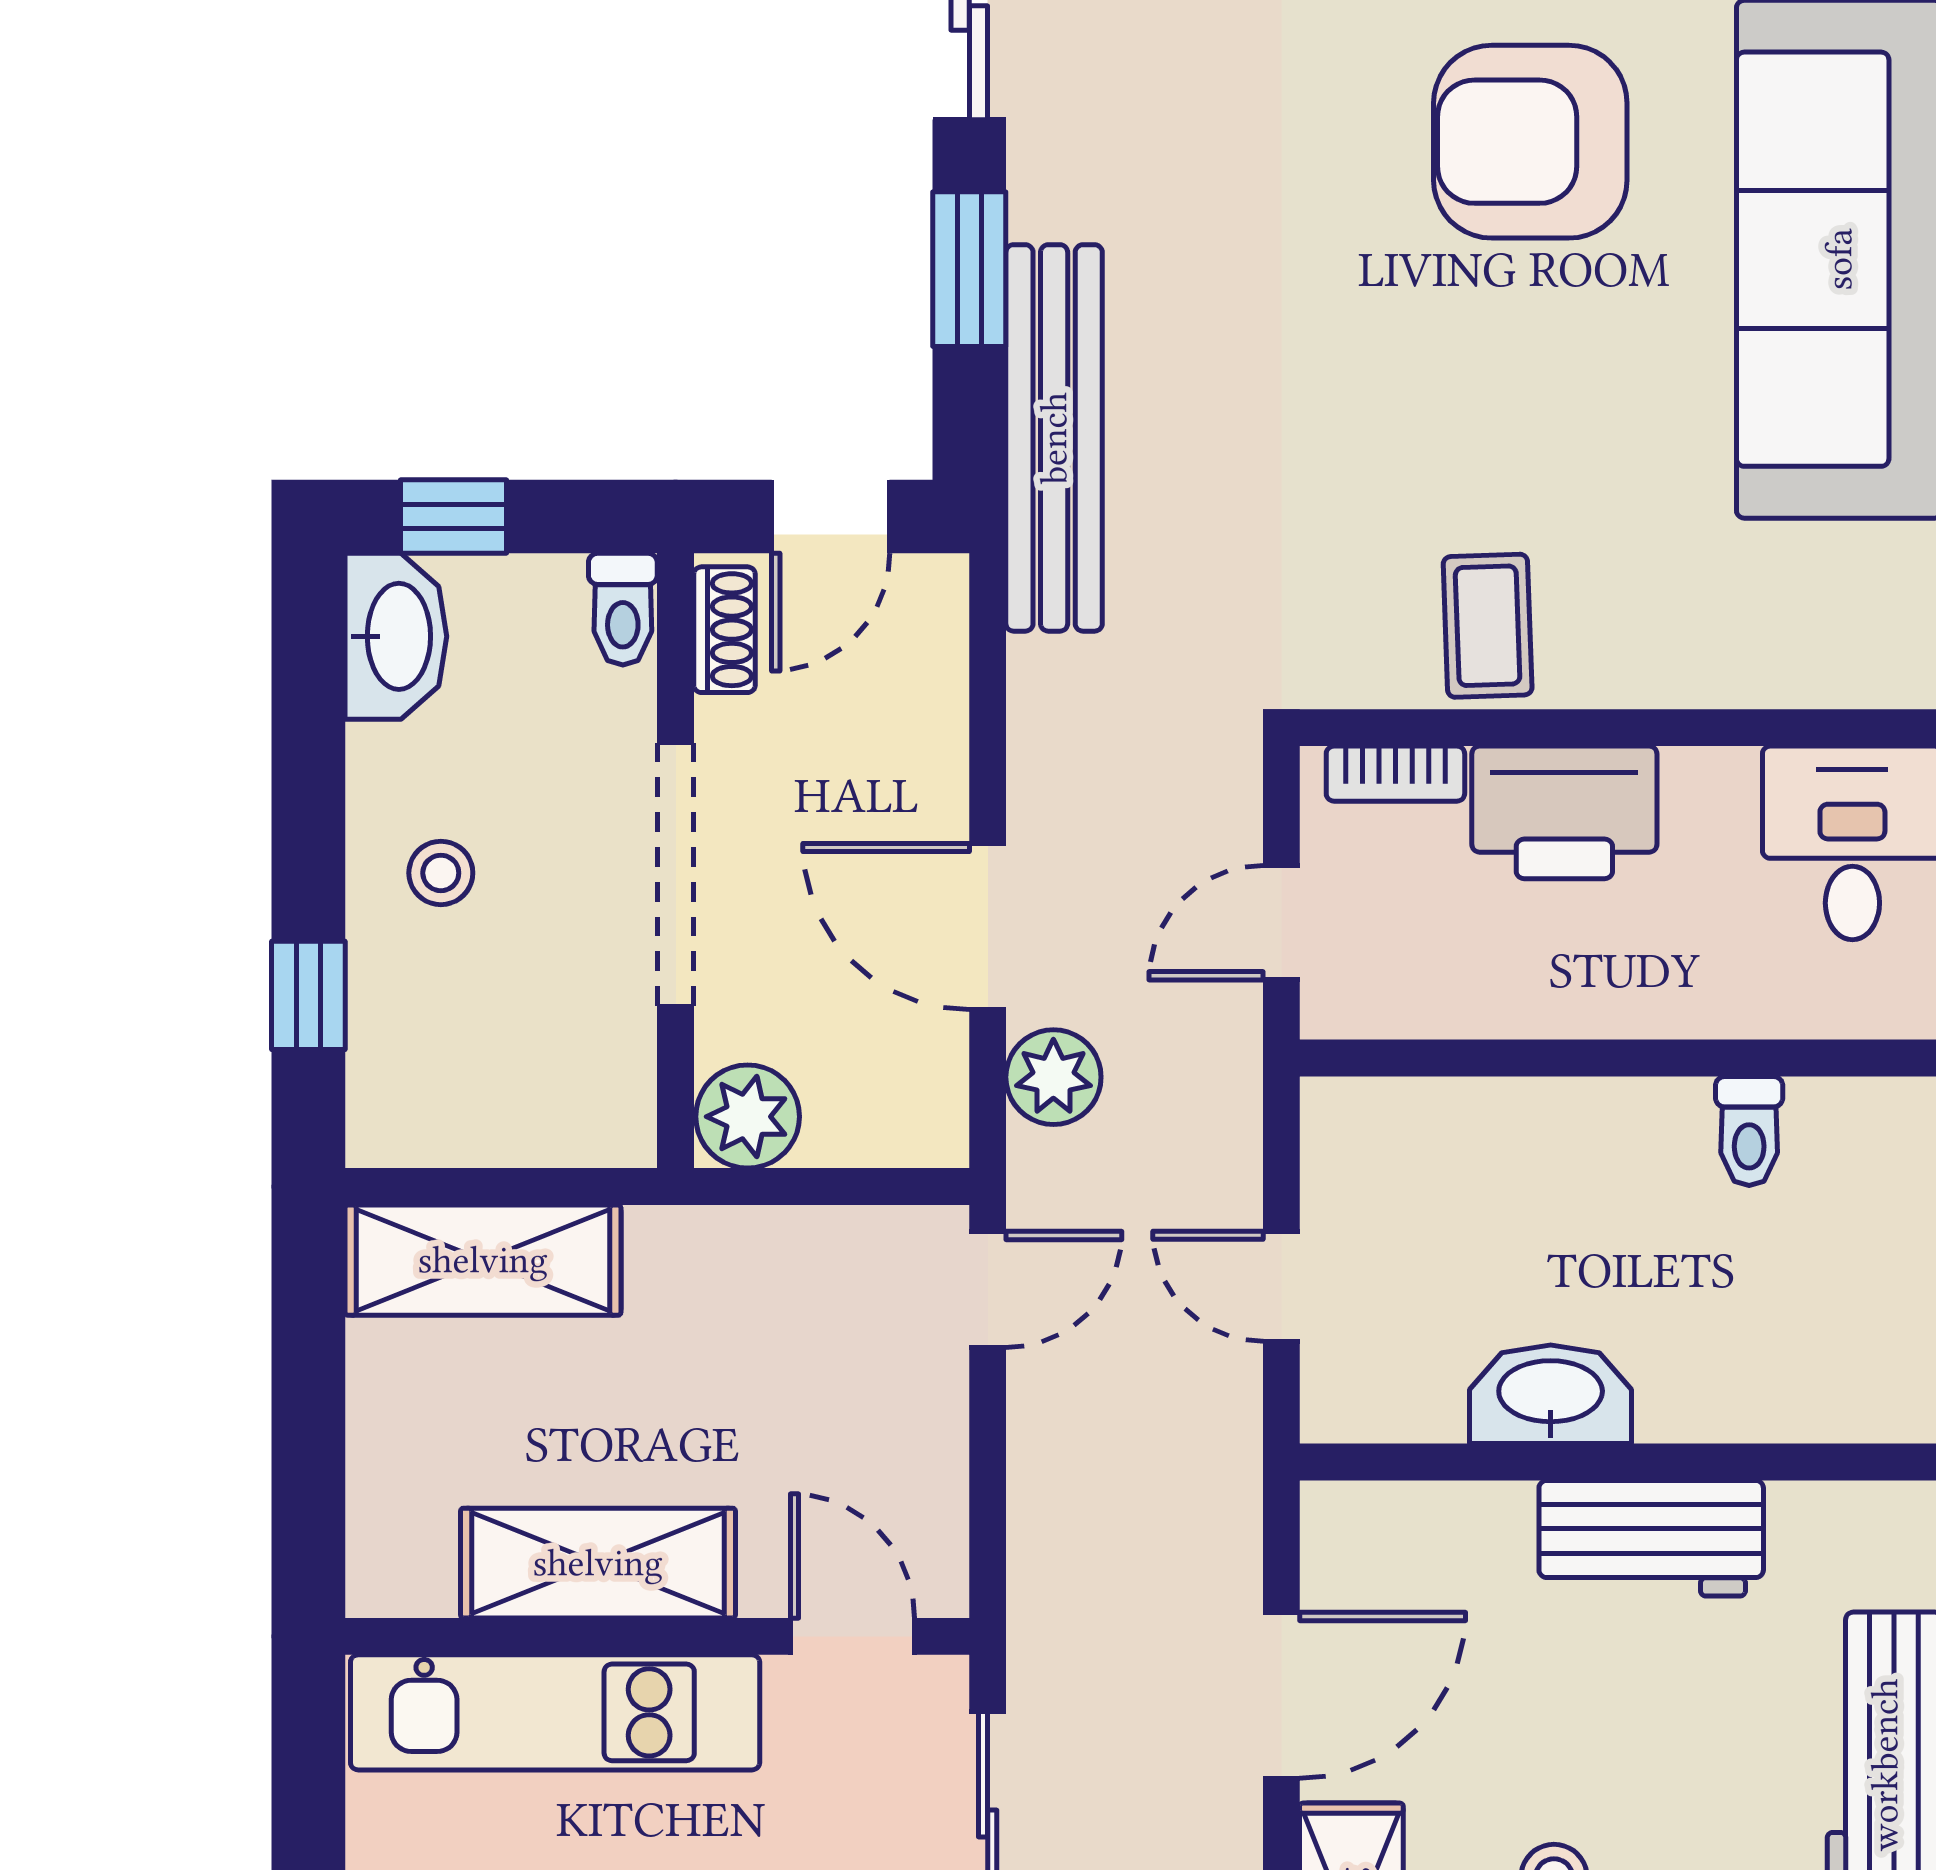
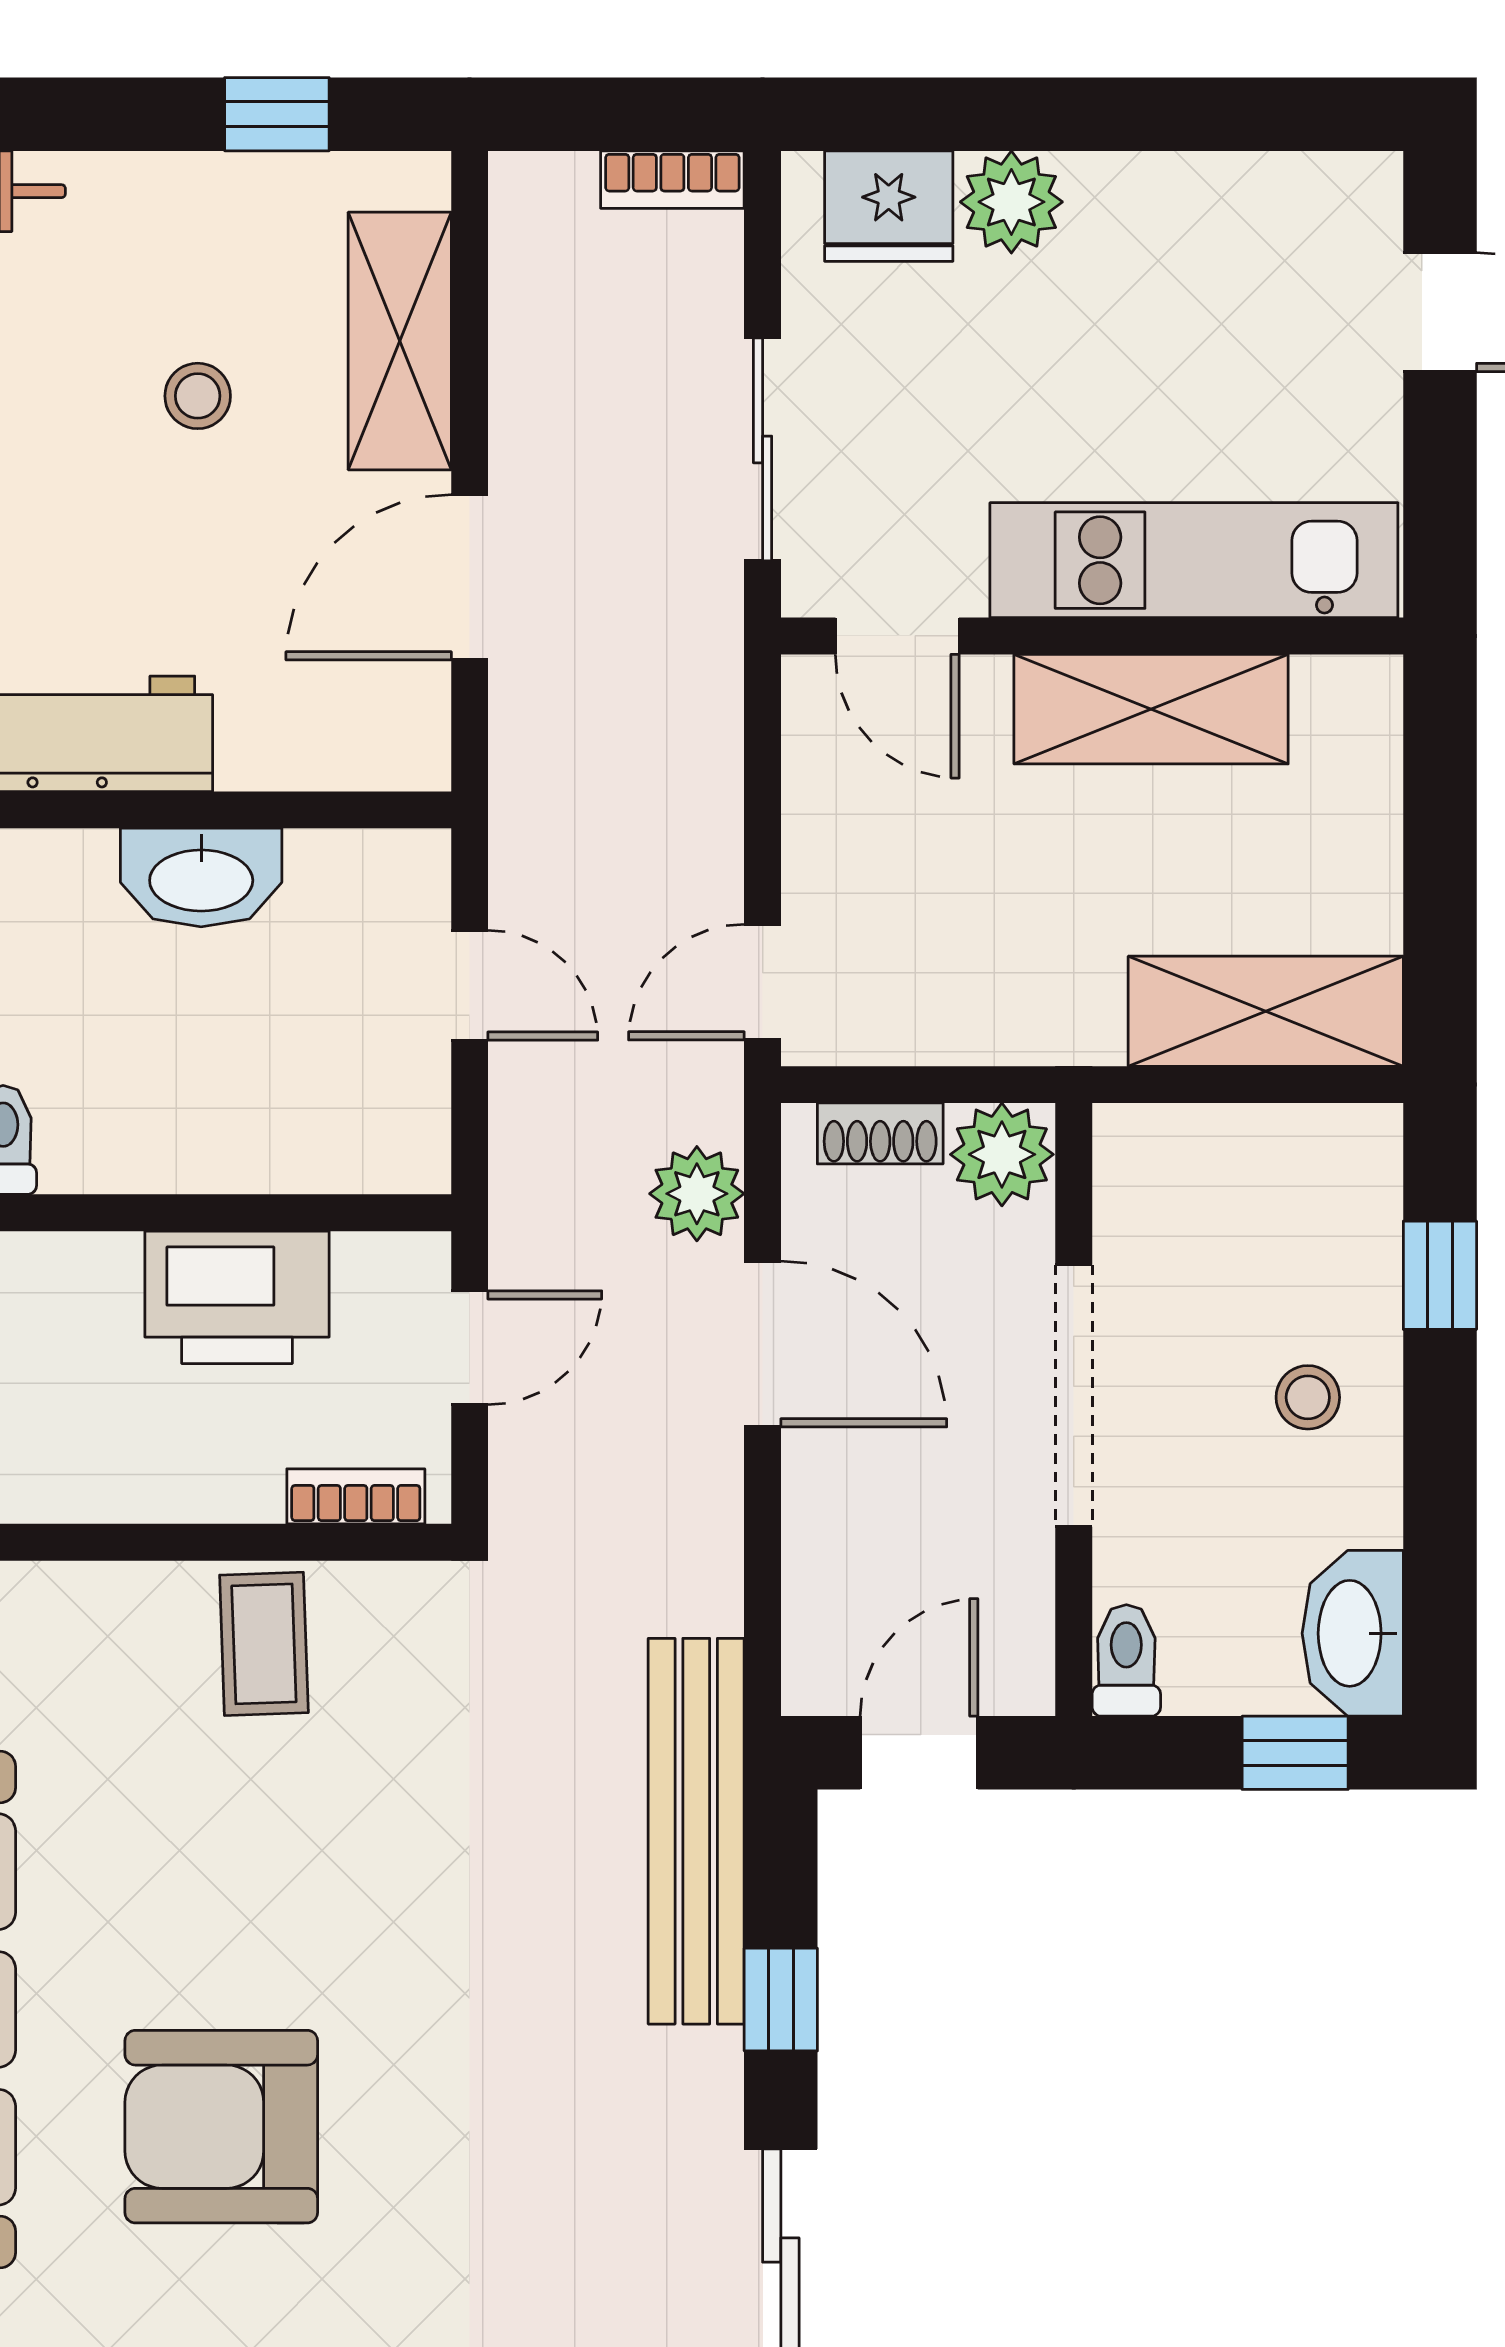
armchair: (1530, 142) -> (221, 2127), turned 180
window: (969, 269) -> (781, 2000), width x0.67
shoe rack: (725, 630) -> (880, 1133), moved, turned -90
printer: (1564, 812) -> (237, 1297), moved, turned 180

